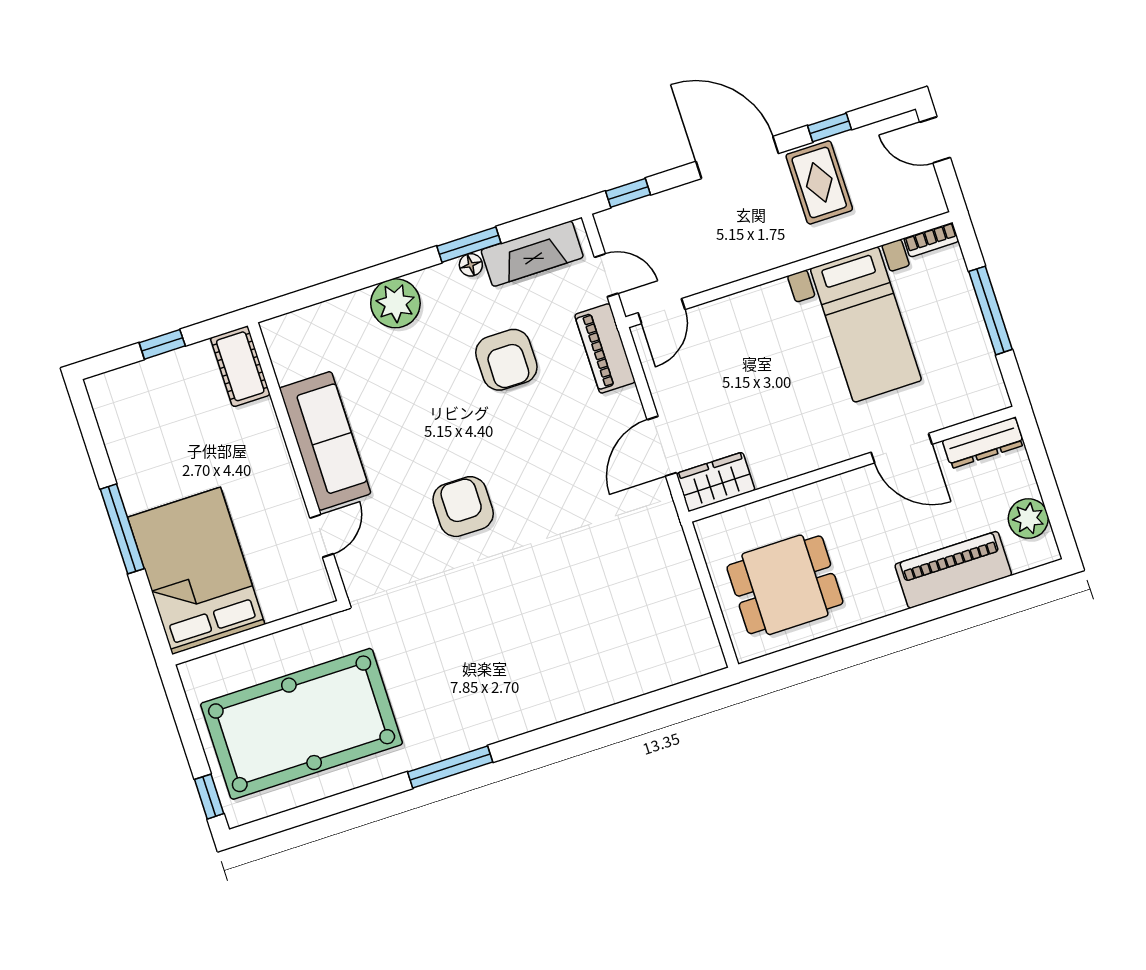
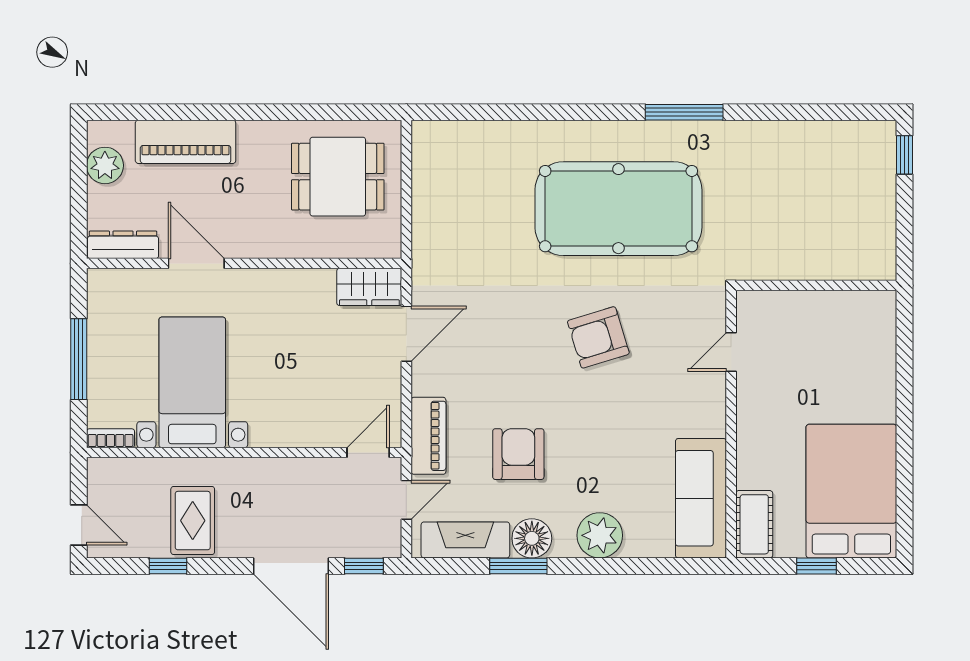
door: (737, 157) -> (291, 566), moved
floor lamp: (471, 265) -> (532, 538), width x1.89, depth x1.89
door: (606, 275) -> (406, 500), swing flipped
sofa: (325, 441) -> (701, 498), moved
armchair: (463, 507) -> (598, 337), turned 73
window: (122, 529) -> (904, 415), removed
bed: (196, 571) -> (851, 491), moved, turned 180
pool table: (302, 724) -> (618, 209), moved

